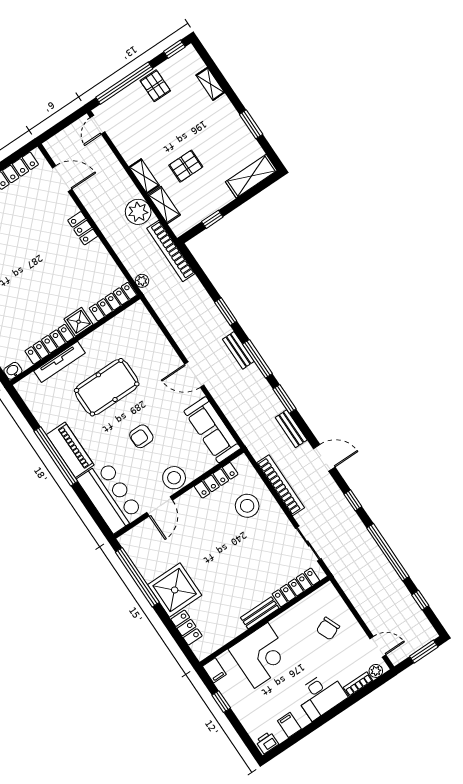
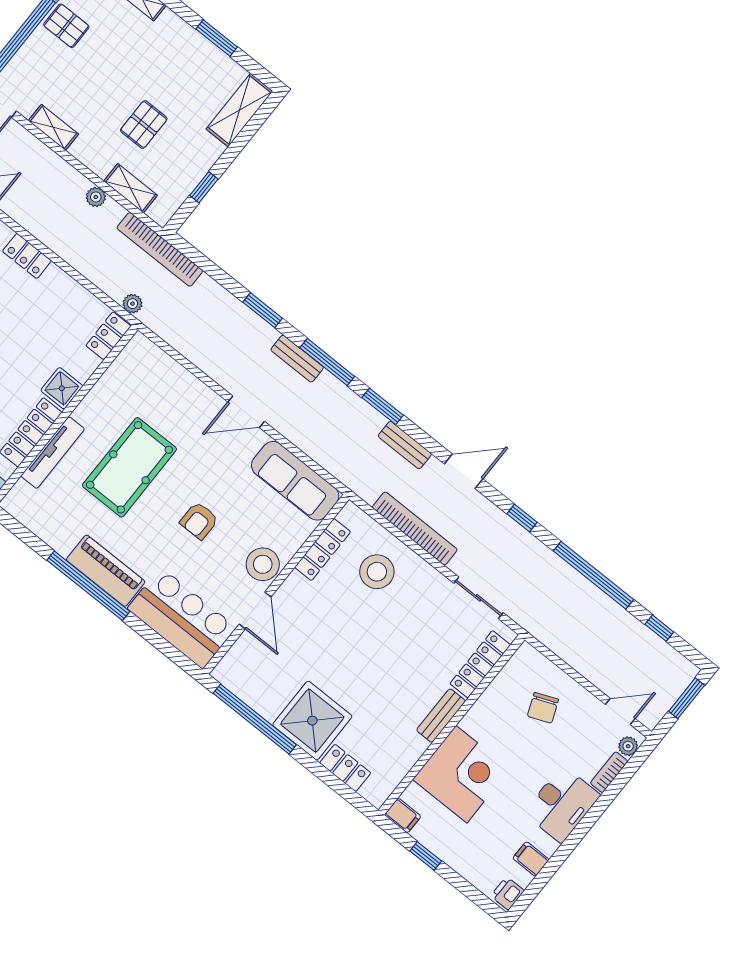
shelving: (144, 176) -> (53, 127), moved
plant: (138, 212) -> (96, 197), width x0.53, depth x0.53
locker: (113, 302) -> (108, 336), width x0.66

